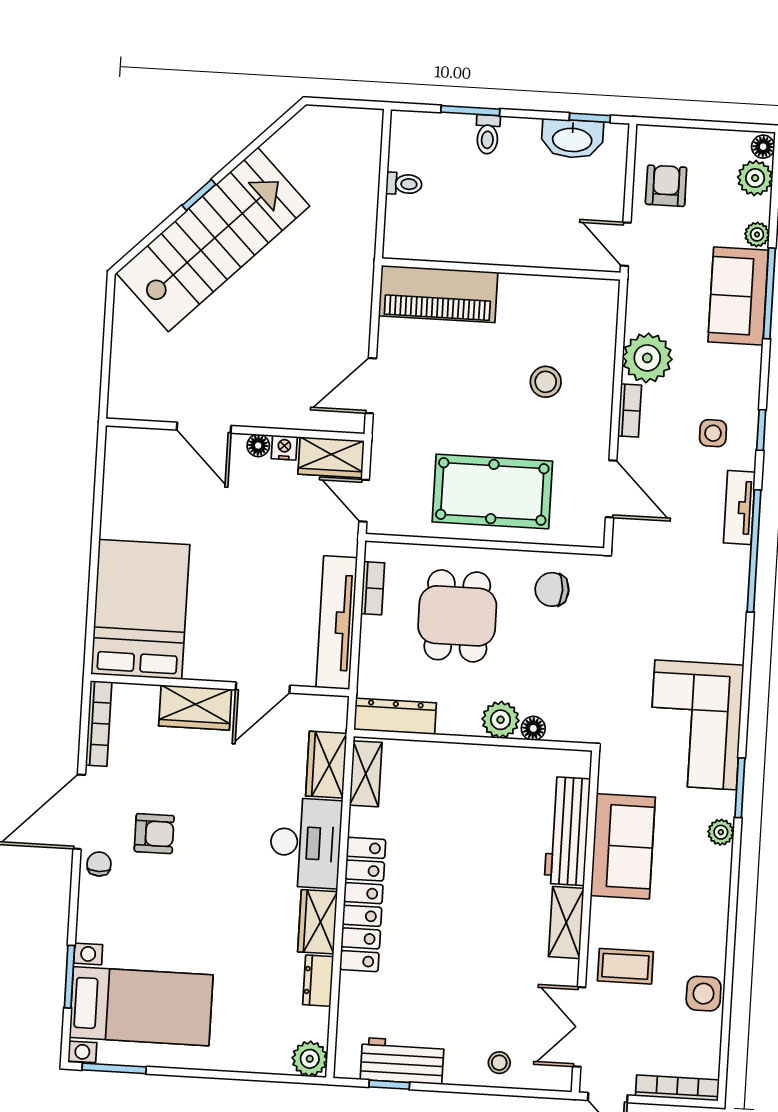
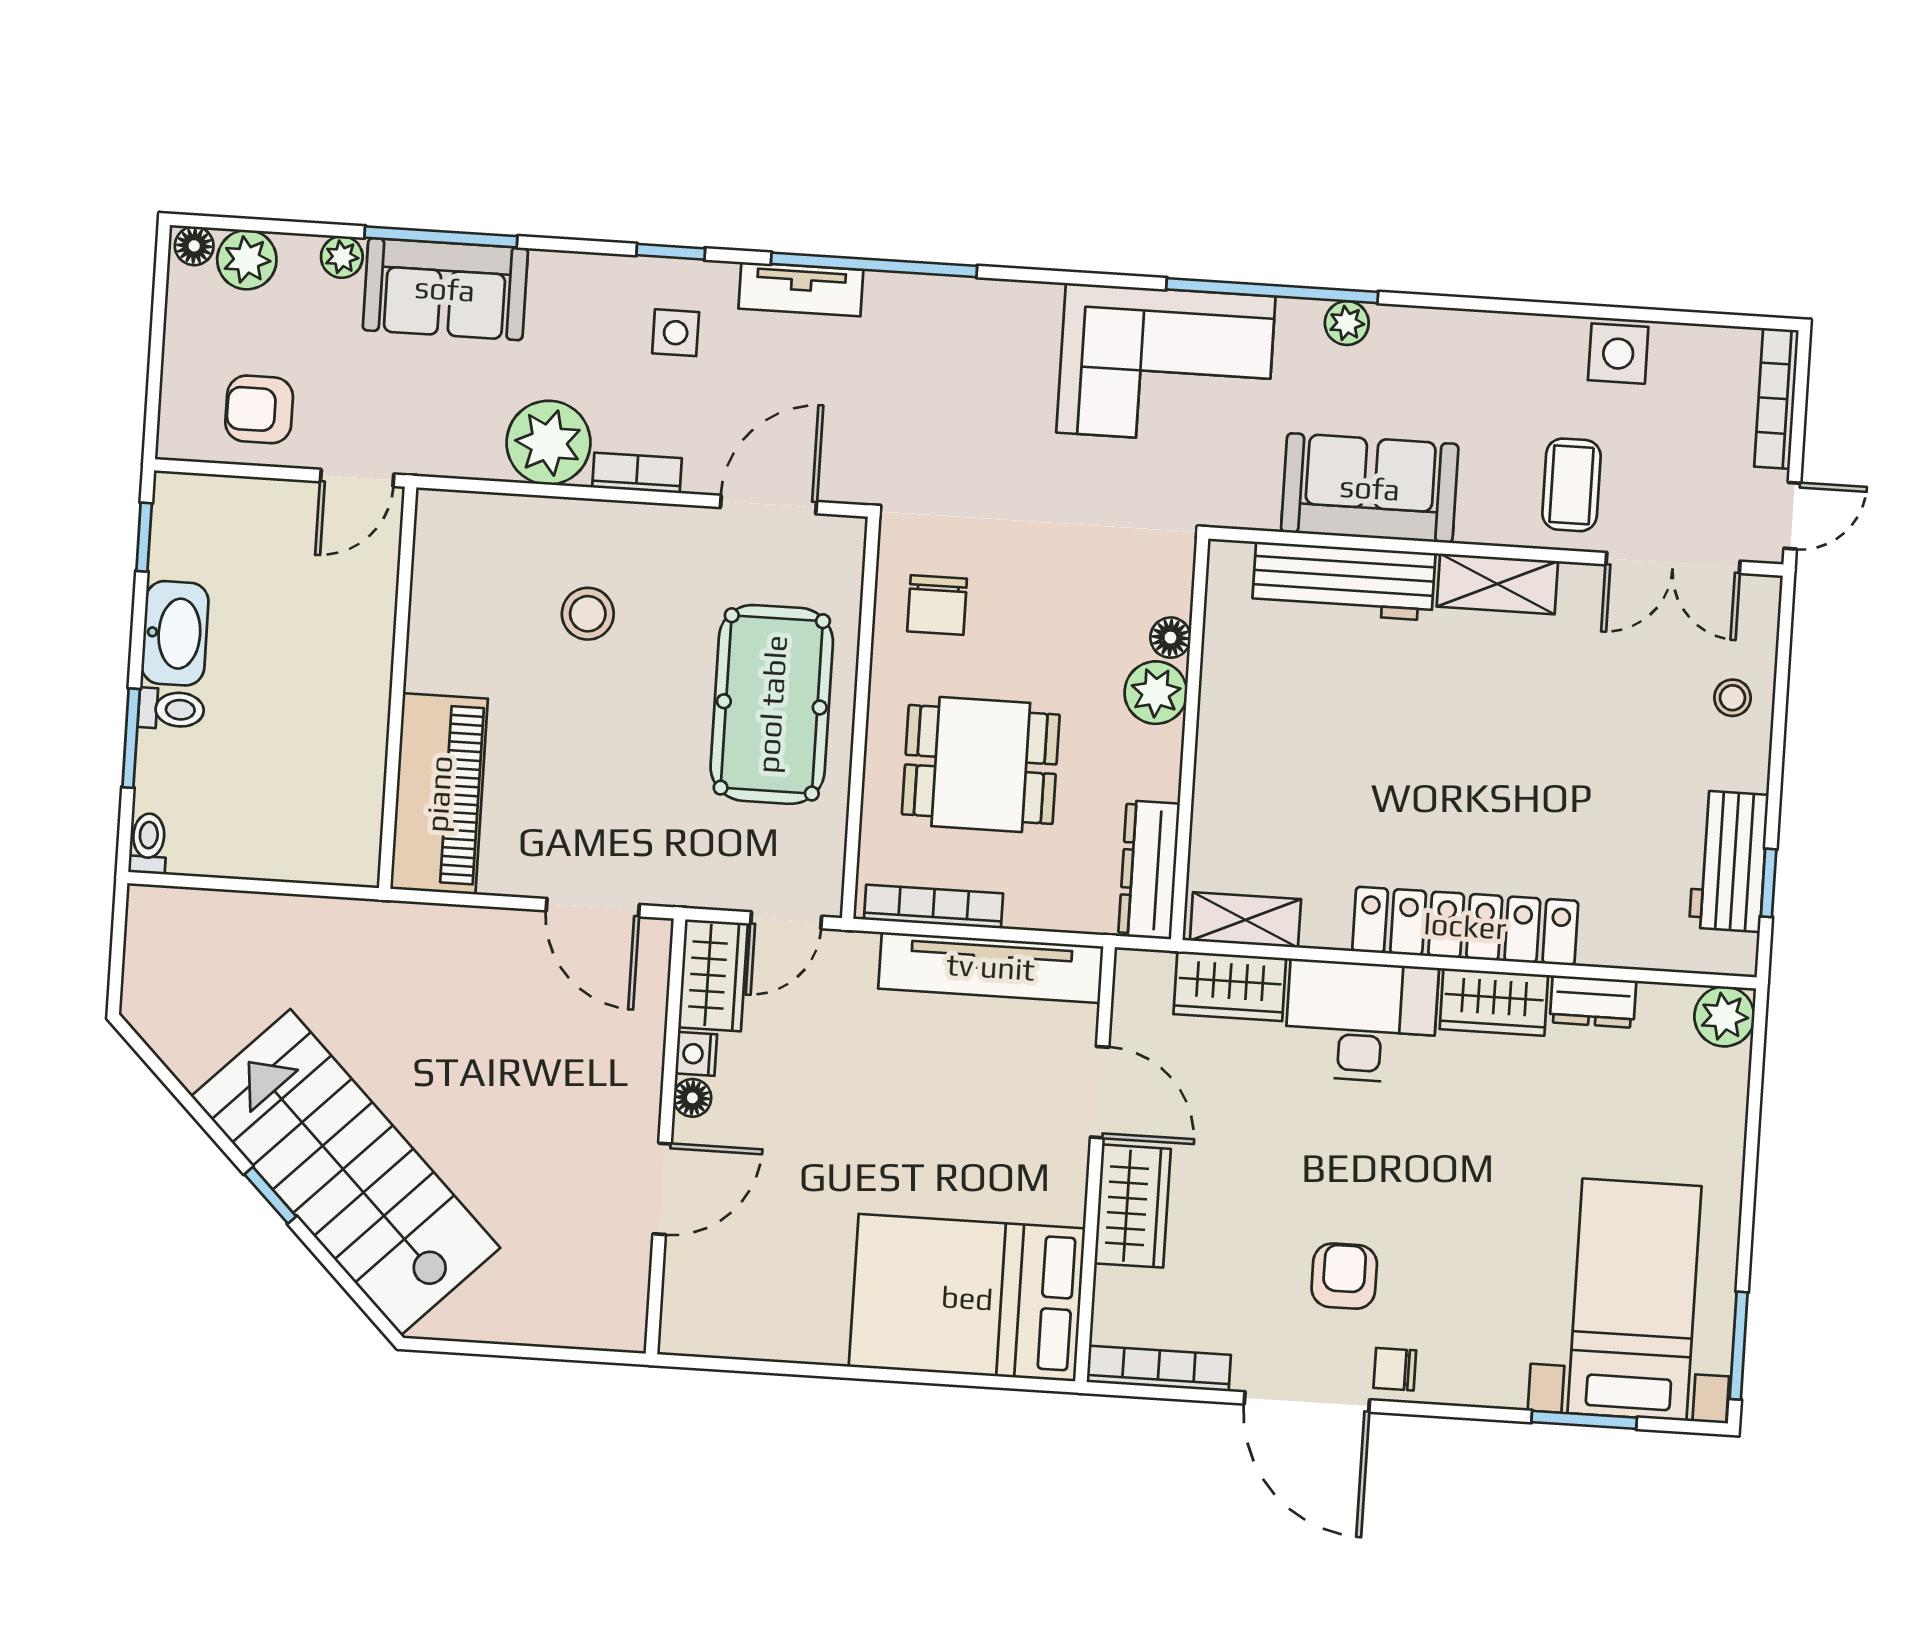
washbasin: (572, 139) -> (175, 633), moved
toilet: (404, 184) -> (148, 843), moved
bookcase: (373, 588) -> (933, 906), width x1.56
window: (740, 788) -> (1272, 291), width x2.11

